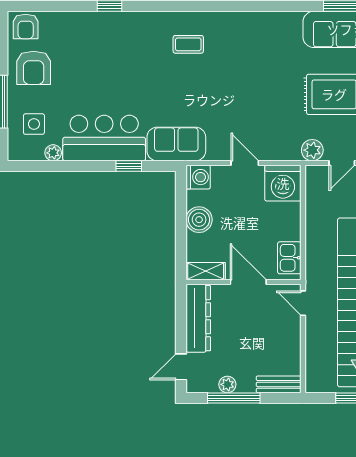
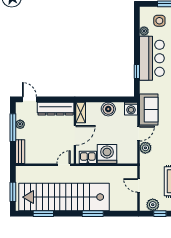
sofa: (176, 144) -> (149, 110), moved
plant: (312, 150) -> (145, 148), moved
washing machine: (283, 183) -> (107, 154), moved, turned 90

